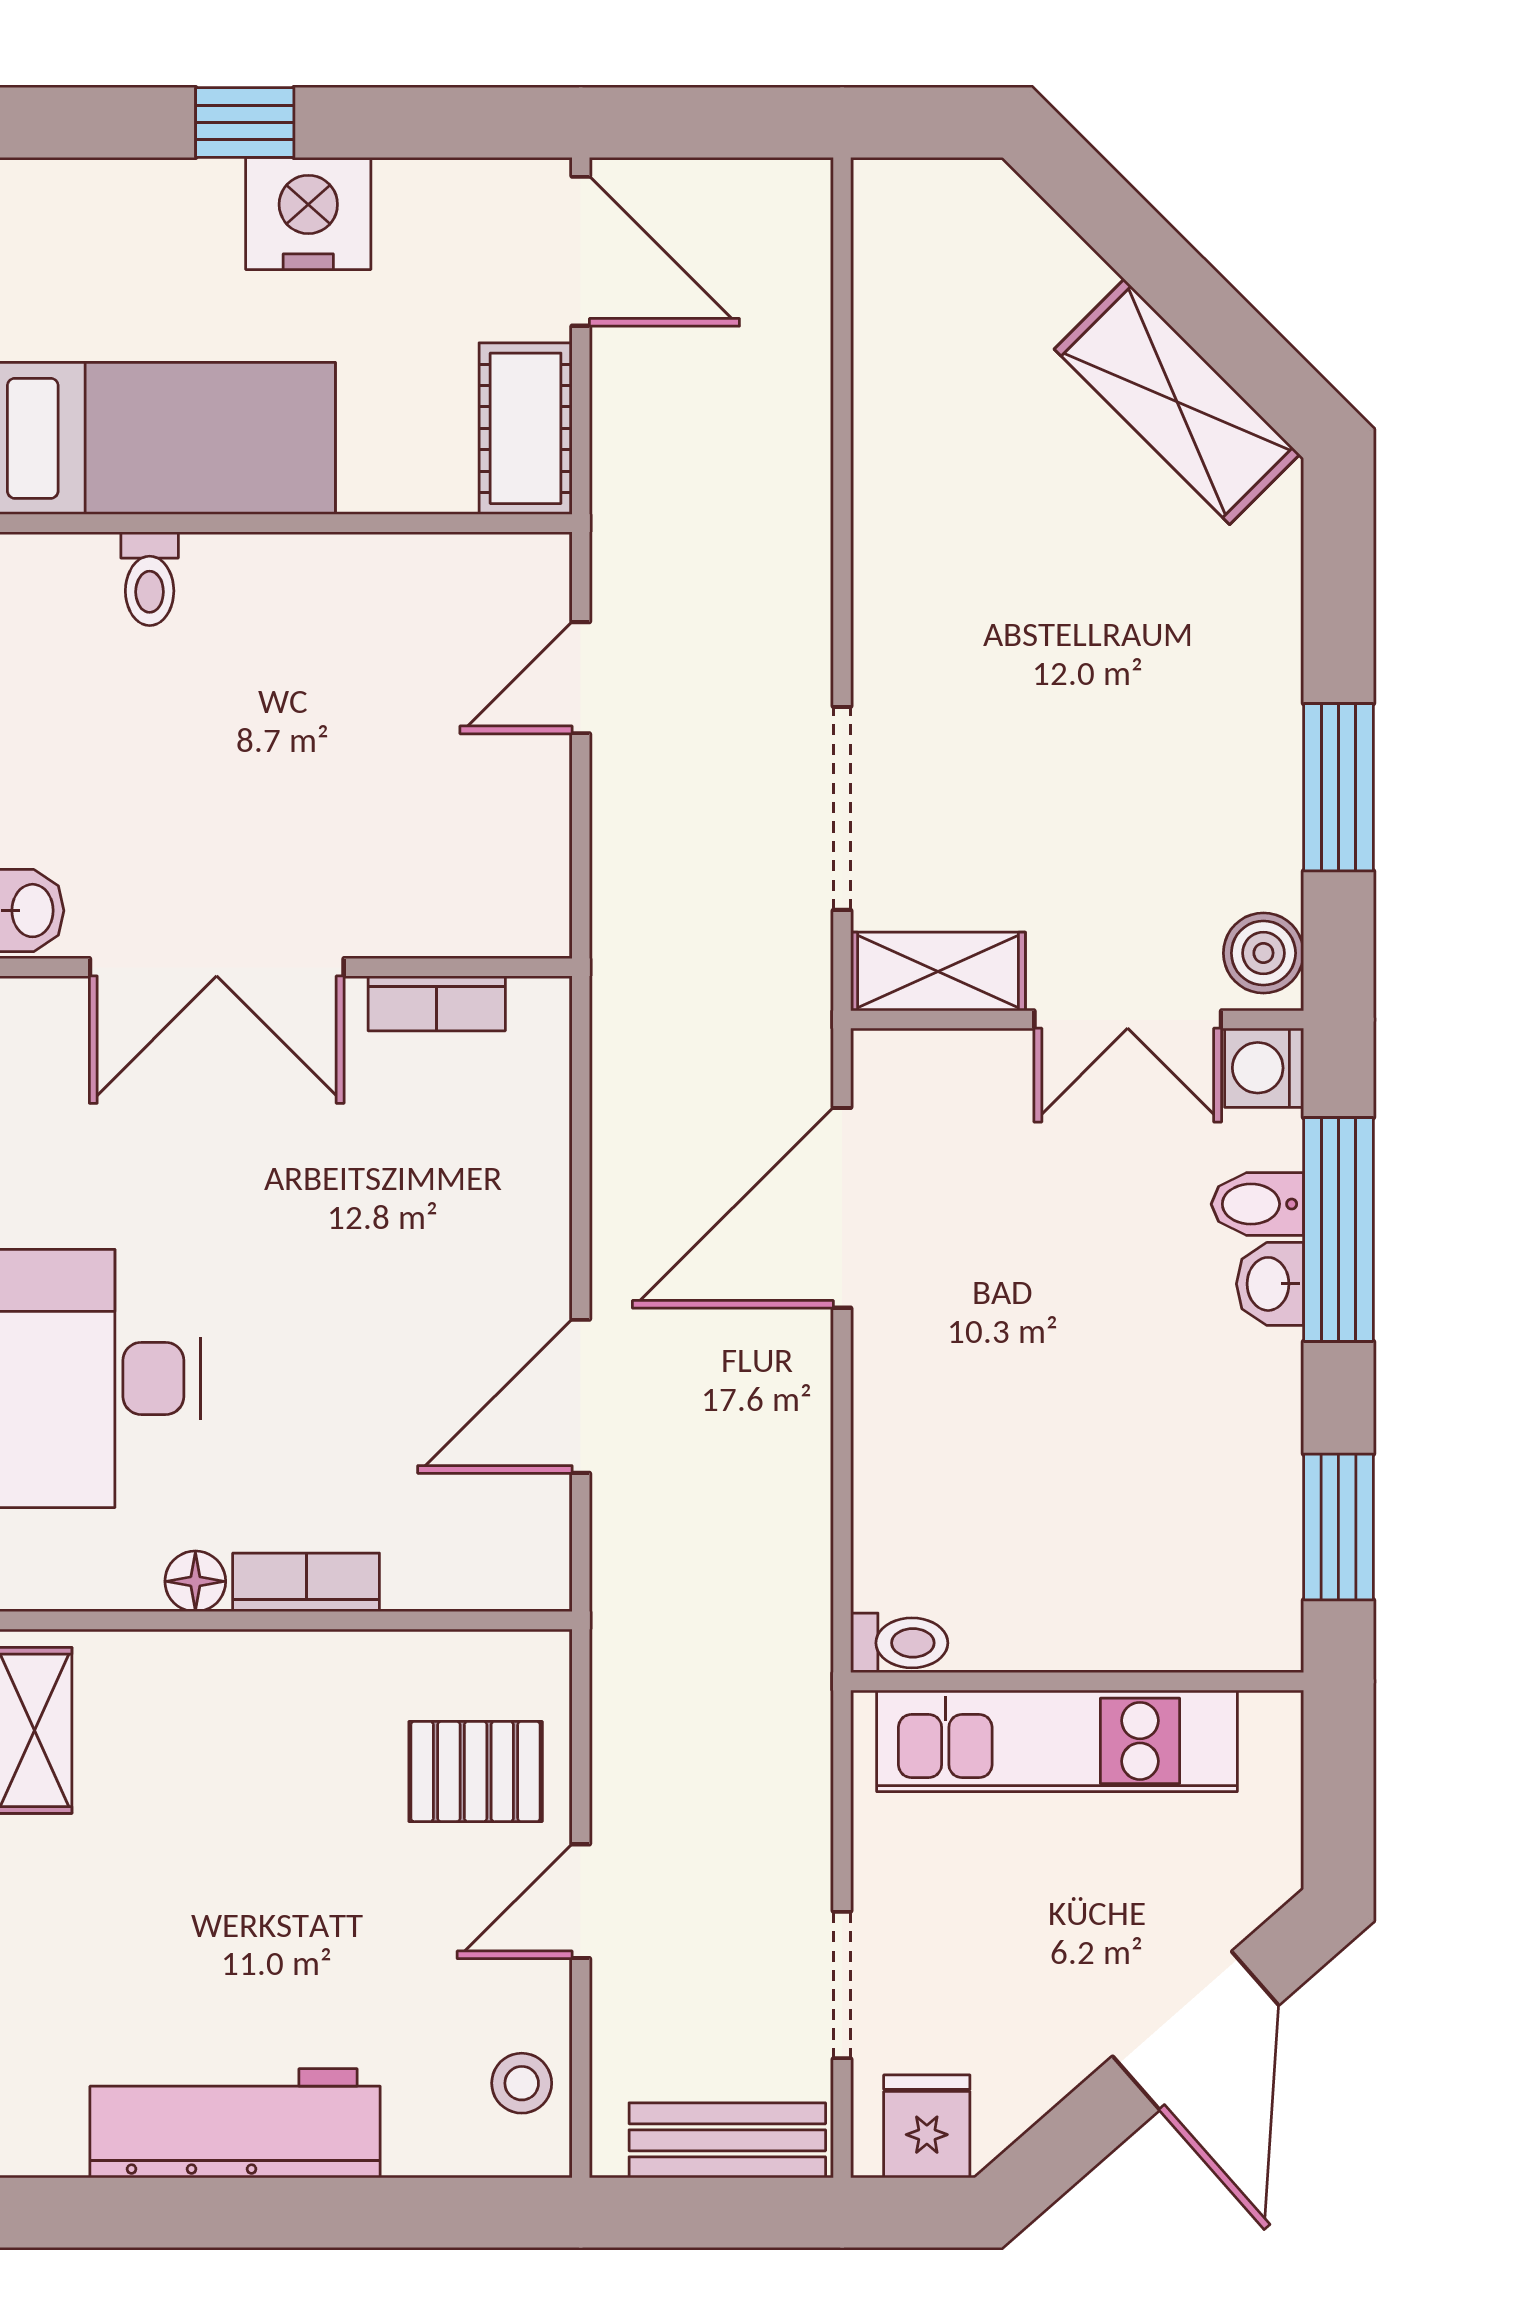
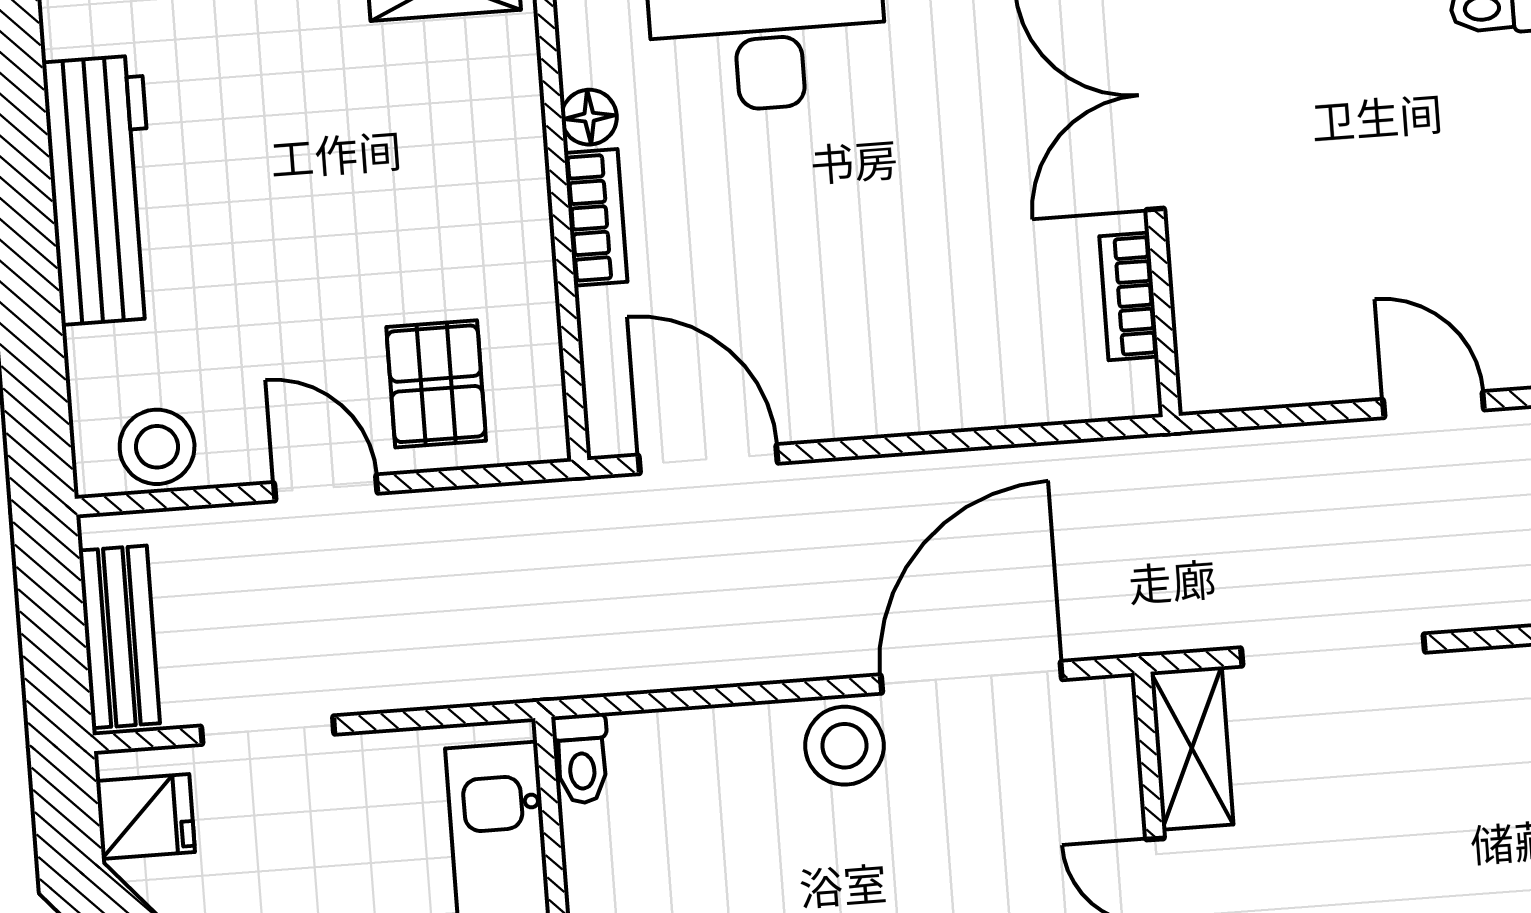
door: (842, 1208) -> (971, 677), hinge flipped
stool: (907, 1353) -> (844, 746), added
door: (581, 1396) -> (708, 459), moved
stool: (522, 2083) -> (157, 447), width x1.37, depth x1.37

